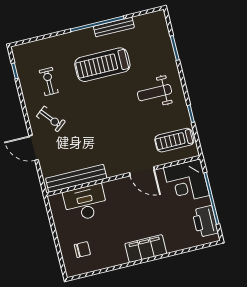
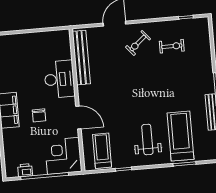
treadmill: (102, 65) -> (180, 136), moved
door: (142, 171) -> (78, 118), swing flipped
desk: (85, 203) -> (59, 79), moved
printer: (205, 221) -> (25, 170), width x0.53, depth x0.68
chair: (82, 250) -> (39, 115), moved

